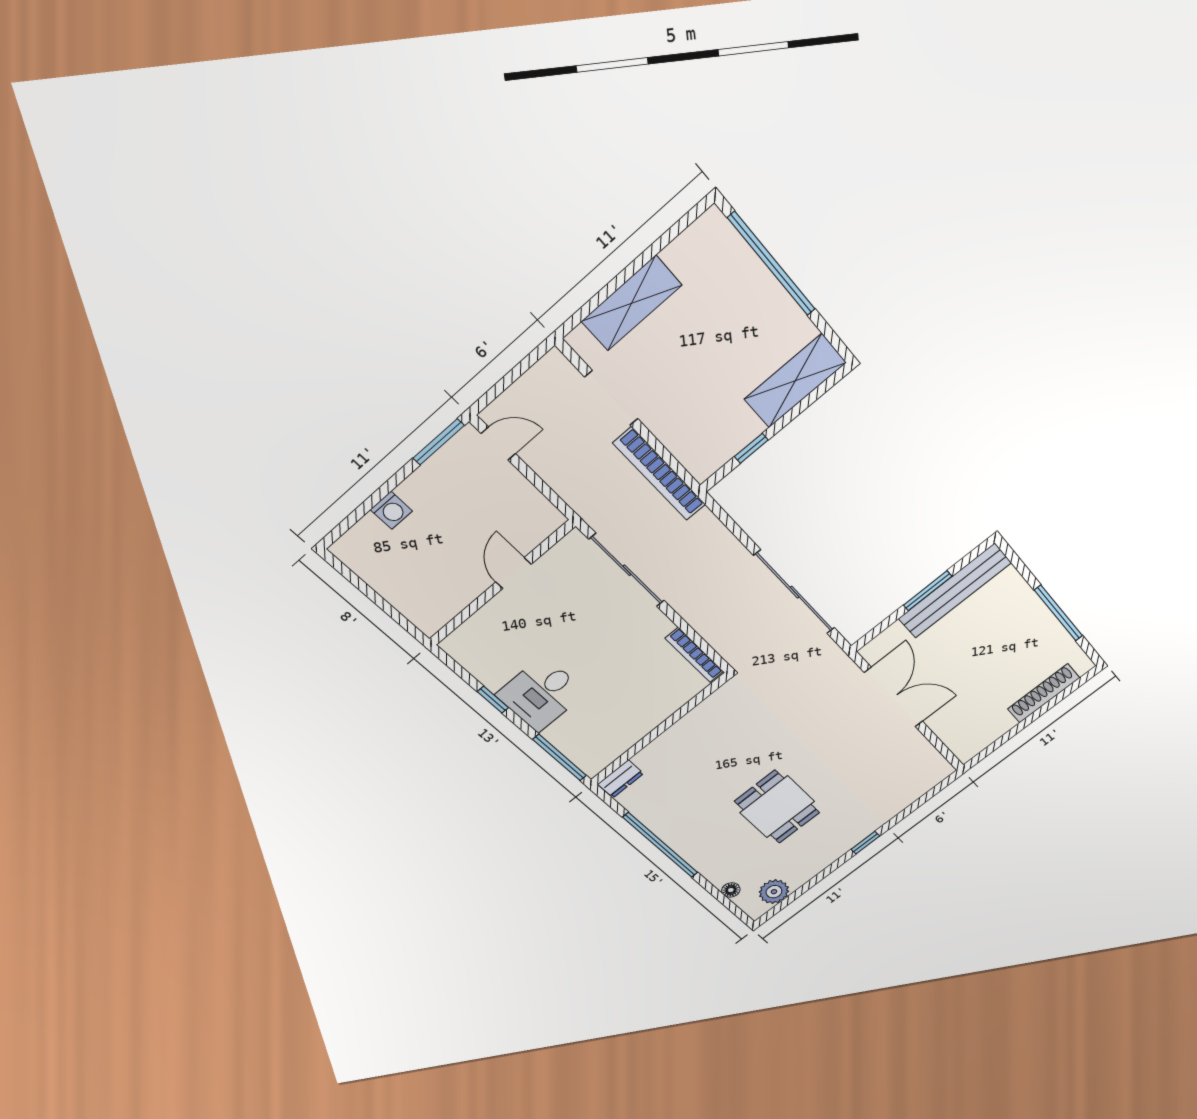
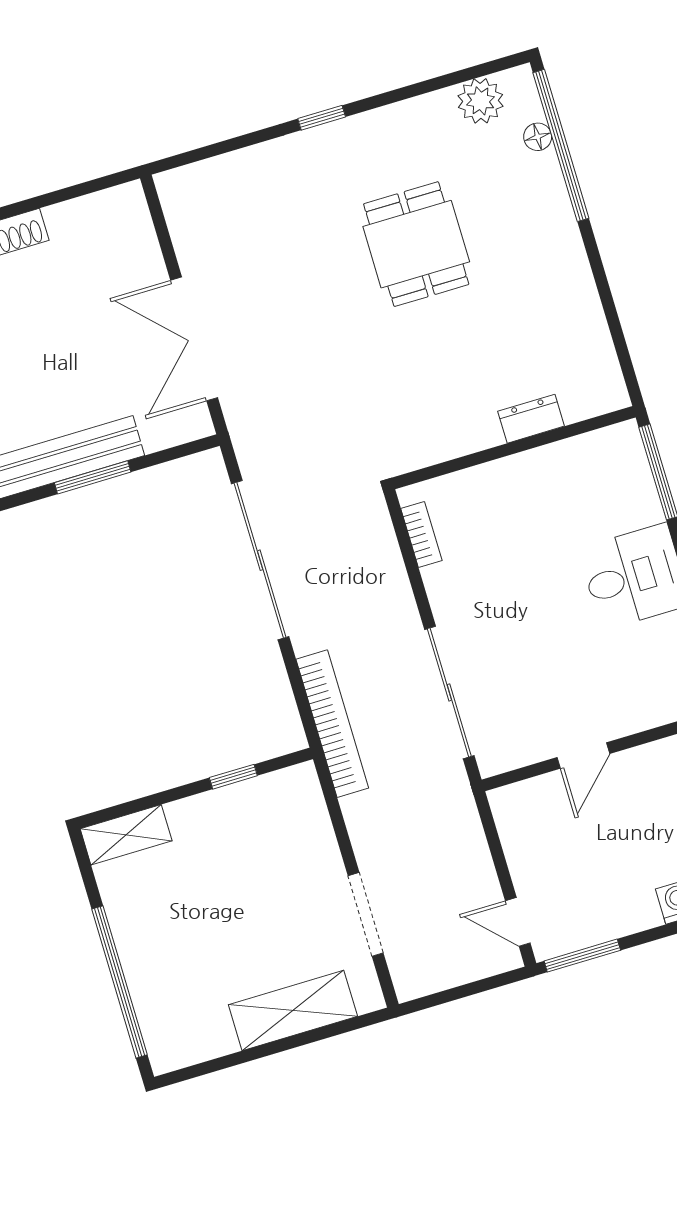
shelving: (795, 381) -> (126, 835), width x0.67, depth x0.75
bookcase: (660, 474) -> (332, 724), moved
bookcase: (694, 655) -> (421, 534), width x0.64
dresser: (621, 779) -> (531, 419), moved
window: (661, 845) -> (561, 145), moved

